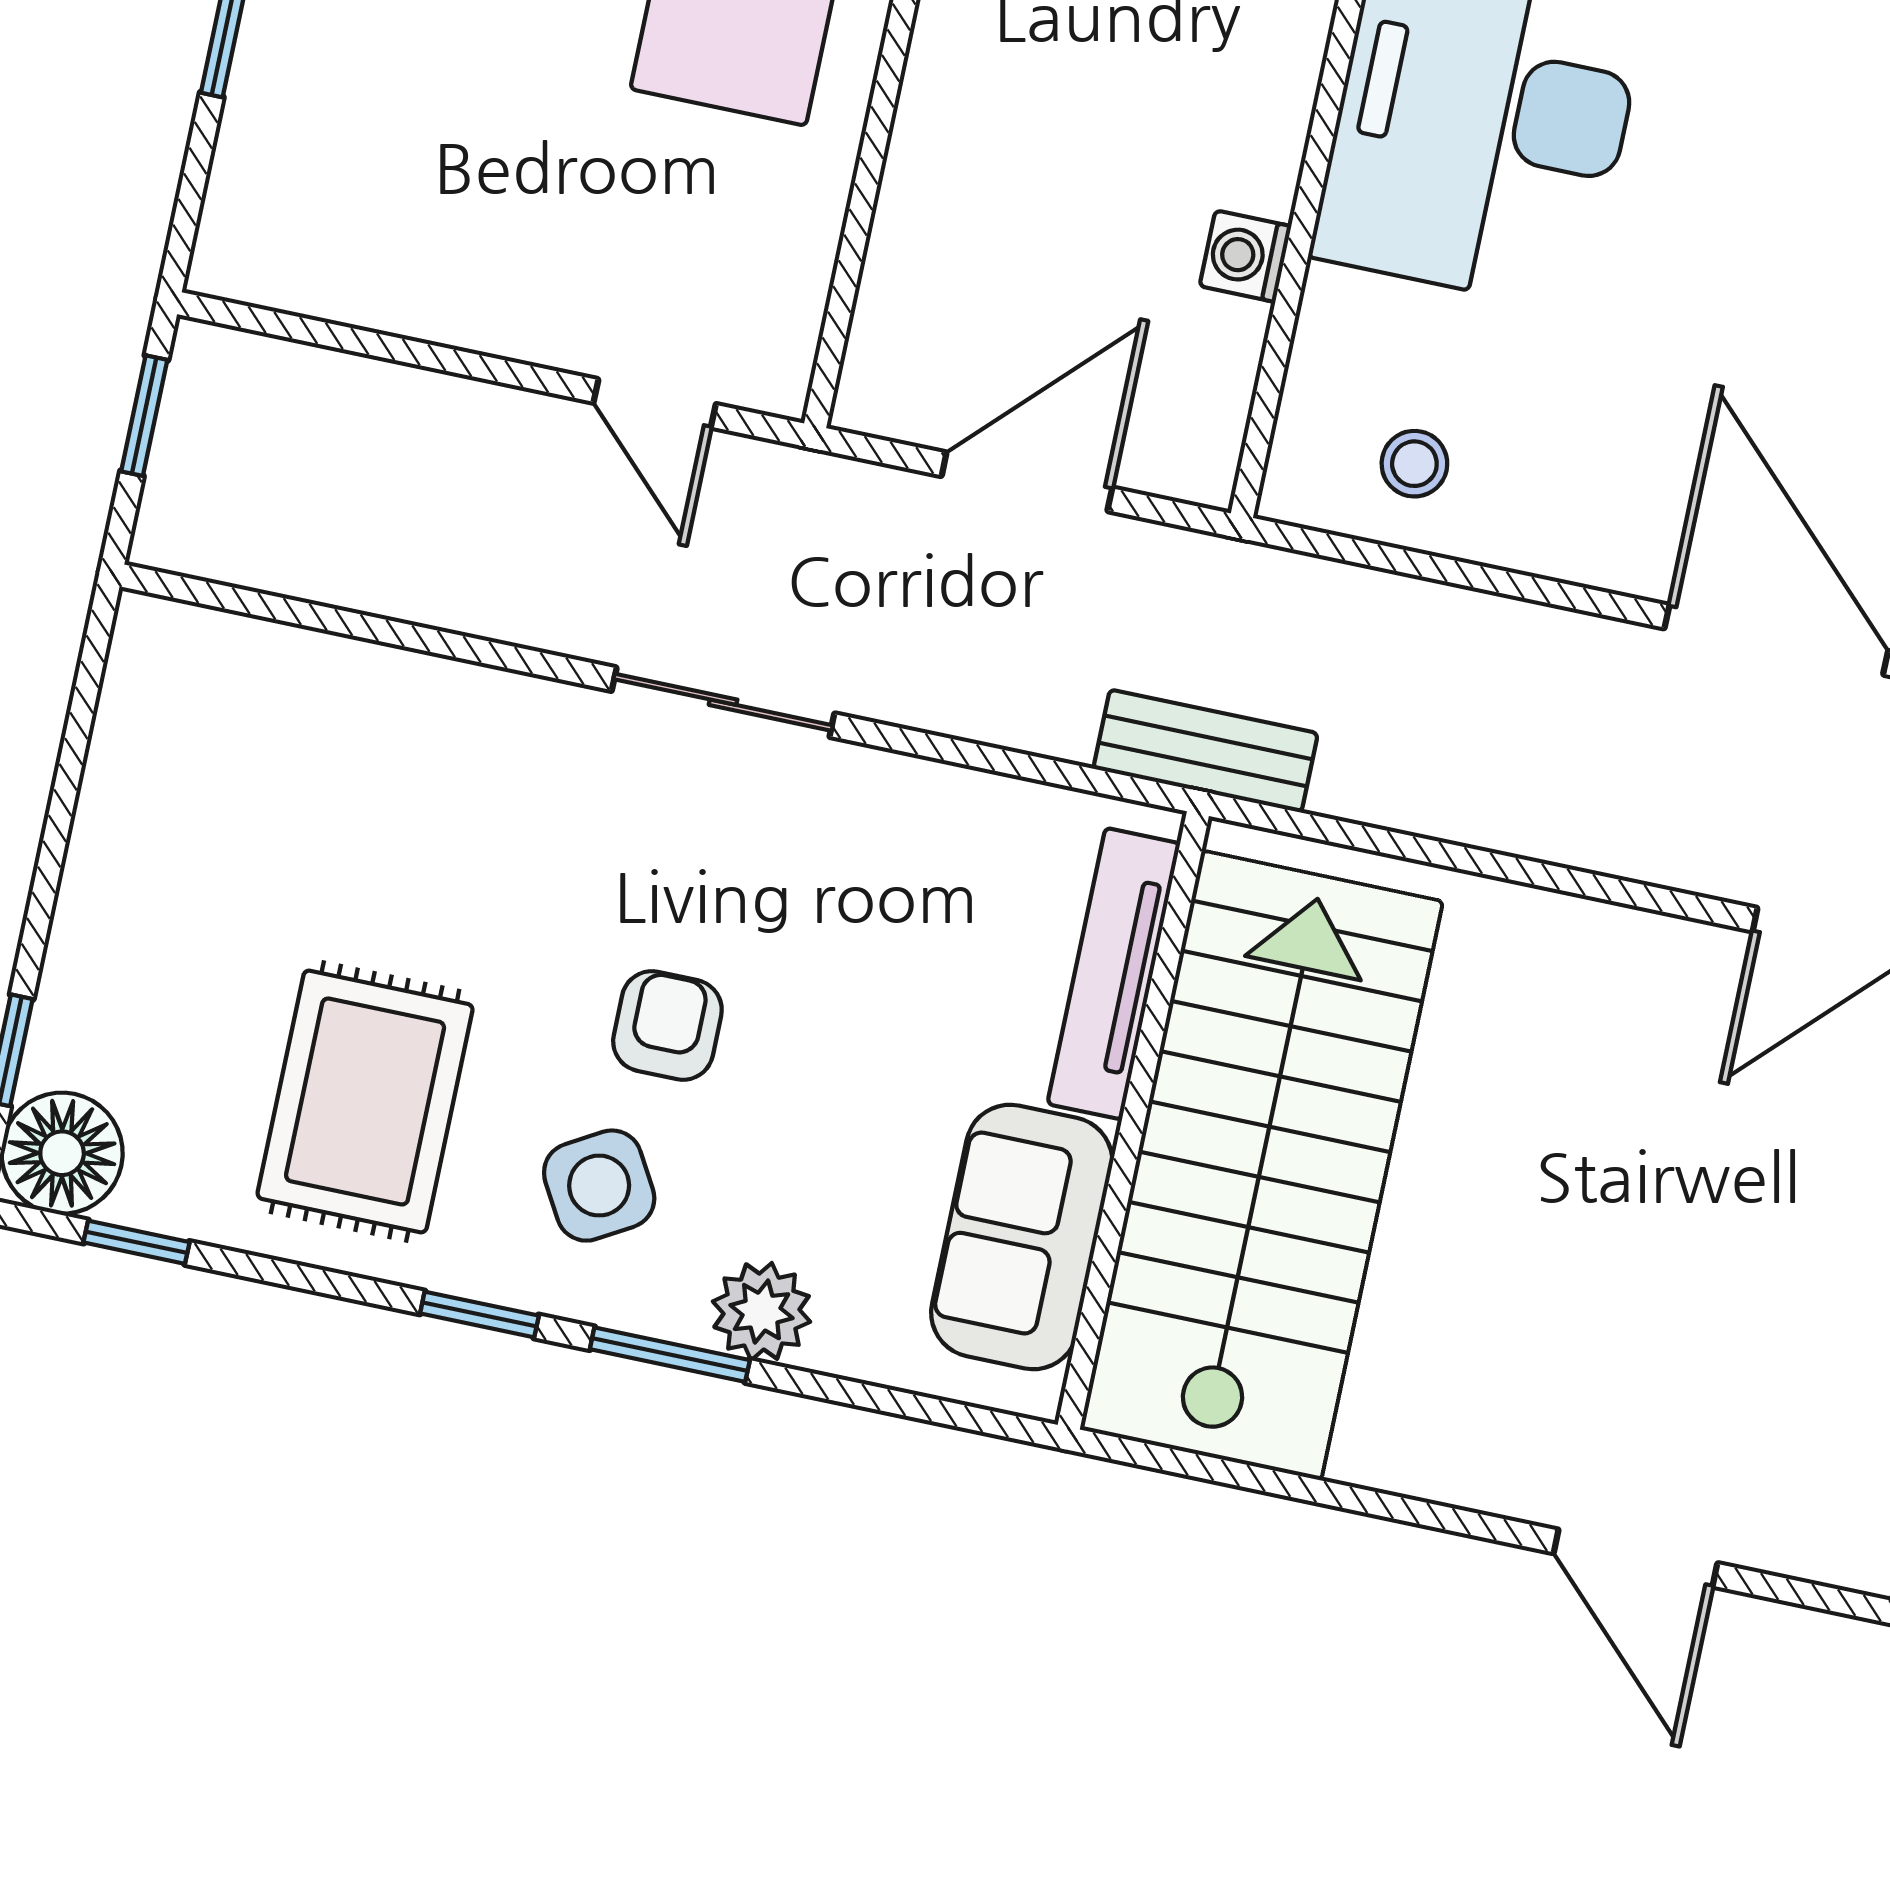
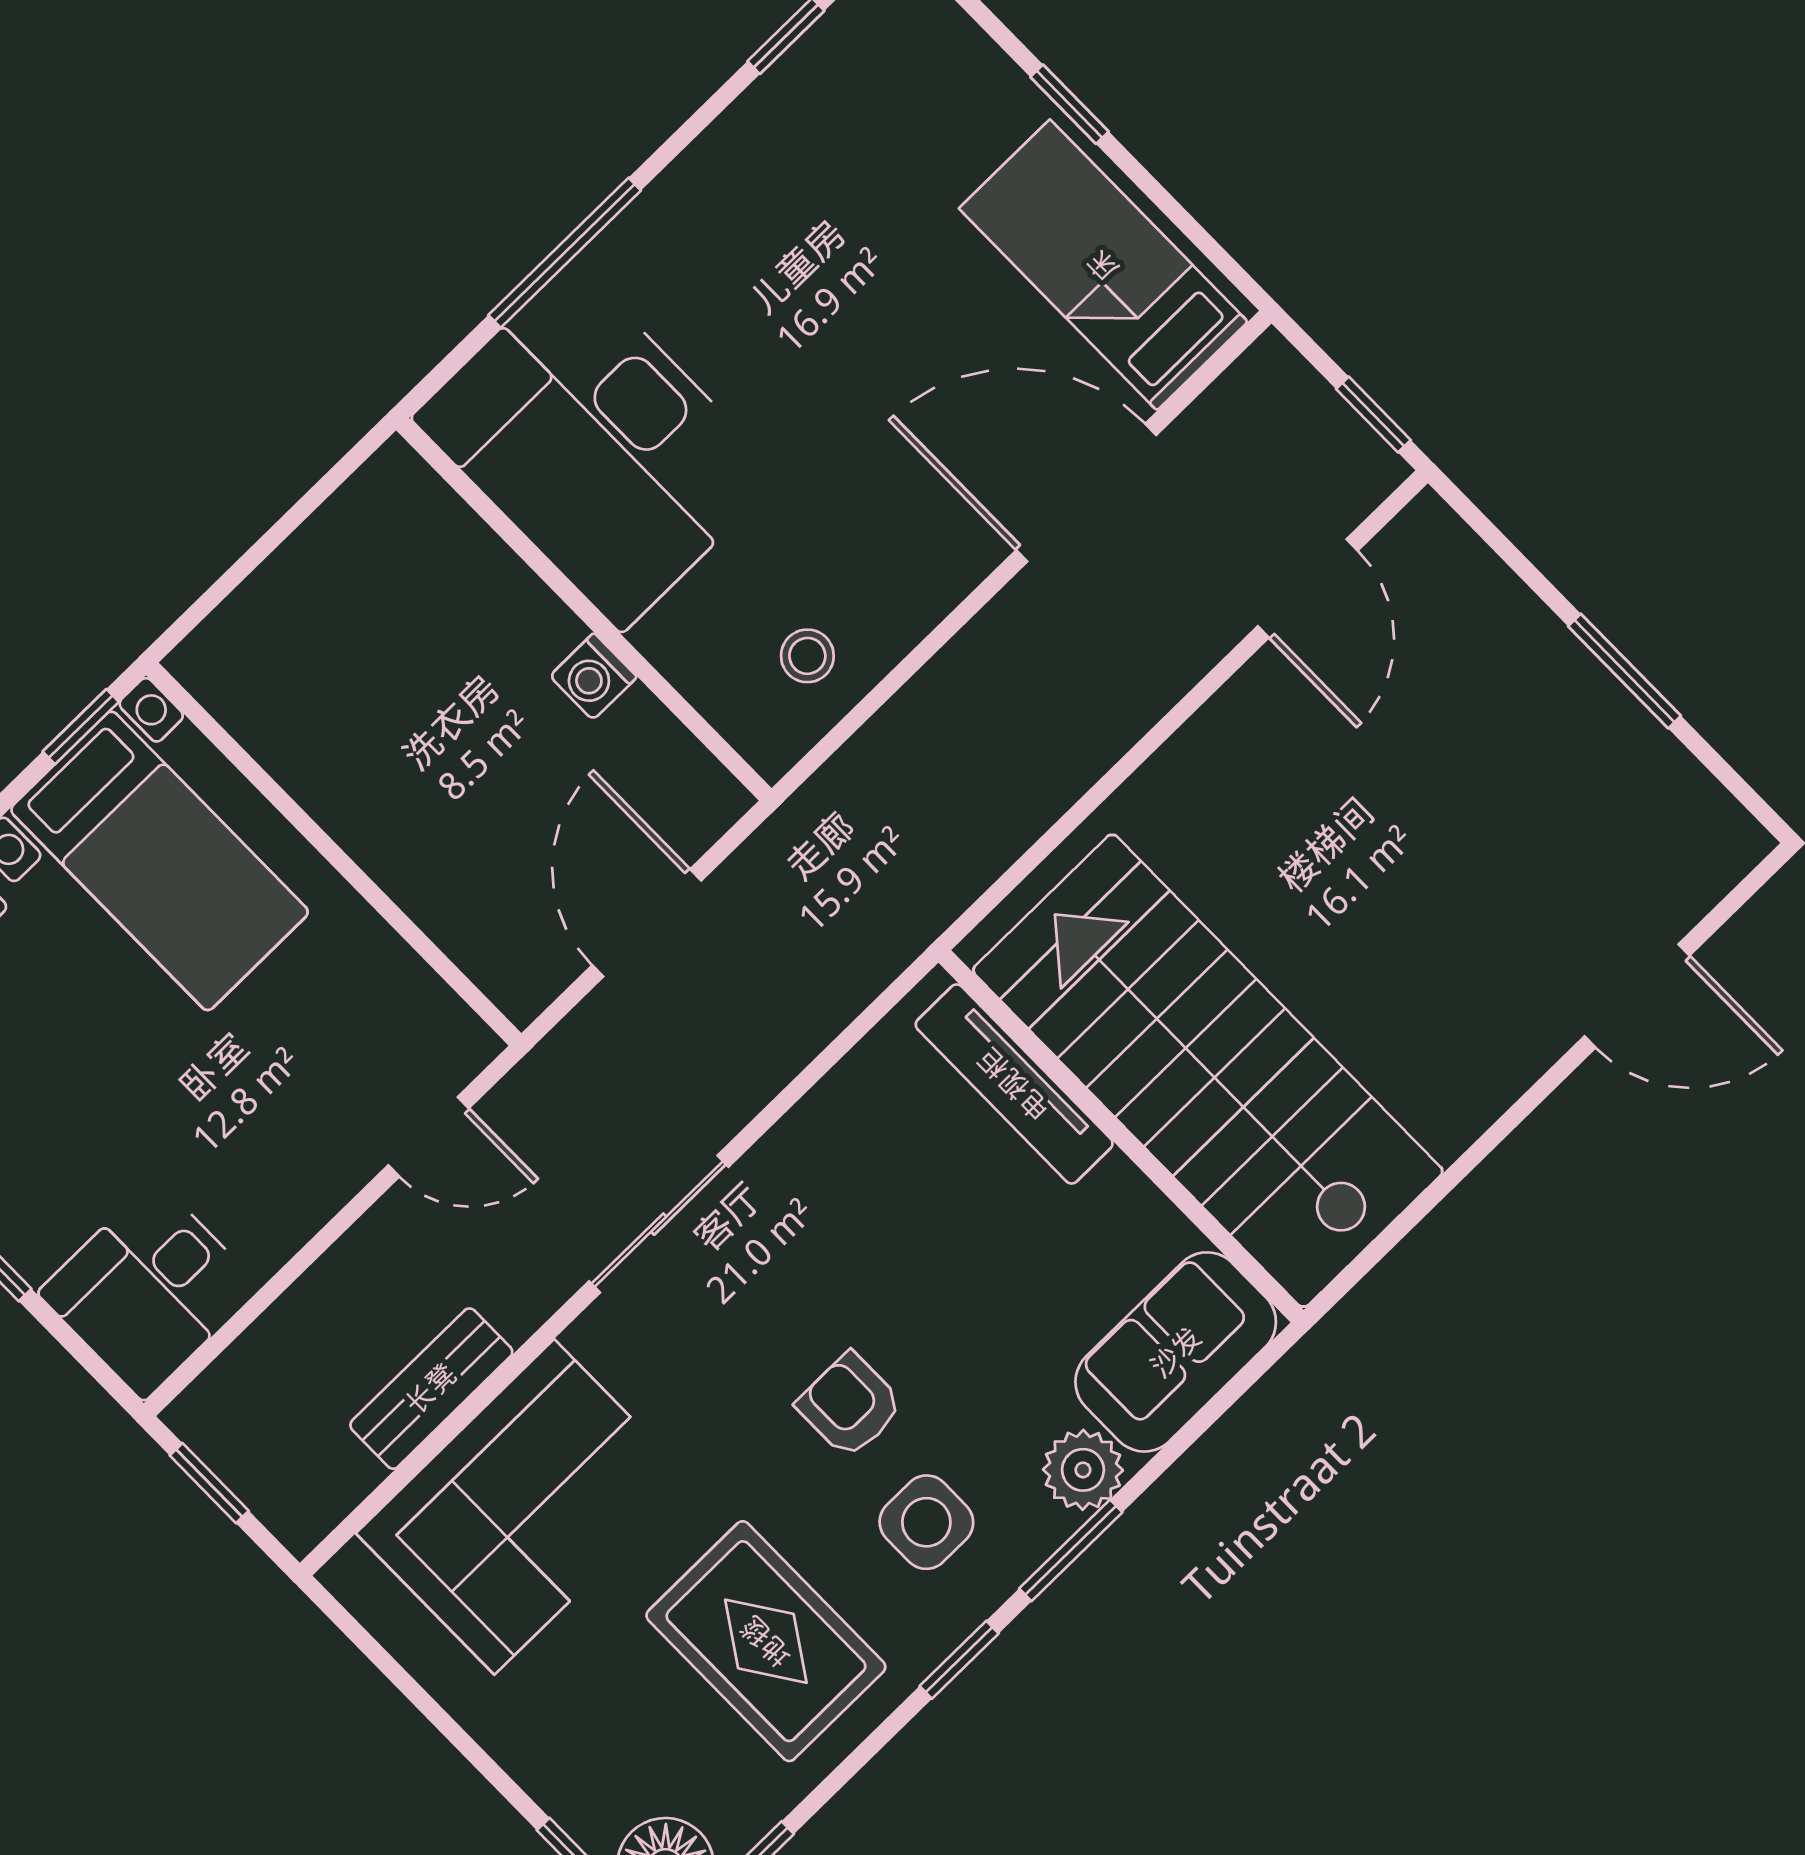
desk: (303, 220) -> (149, 1290), added
bench: (1206, 751) -> (431, 1389), moved
corner sofa: (337, 758) -> (524, 1507), added
side table: (599, 1186) -> (926, 1522), turned 30
sofa: (1022, 1237) -> (1176, 1352), moved, turned 90

